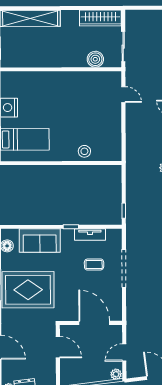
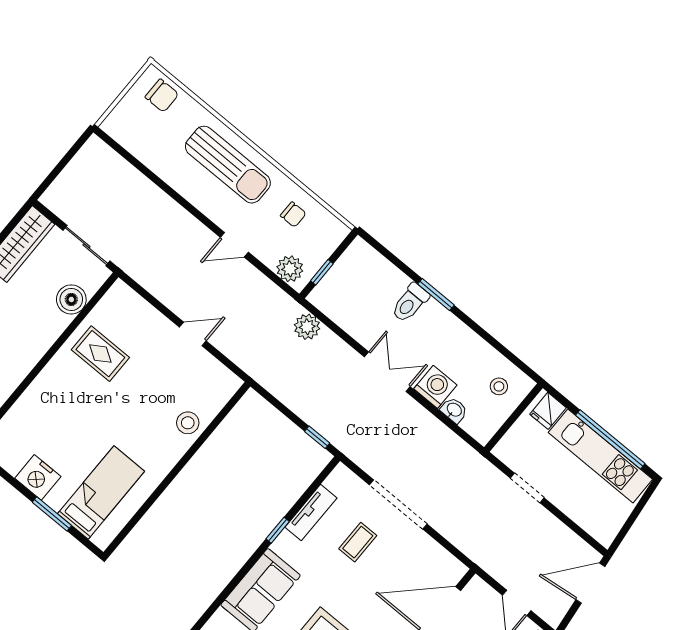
rug: (83, 90) -> (100, 354), added
door: (123, 95) -> (193, 334), moved

